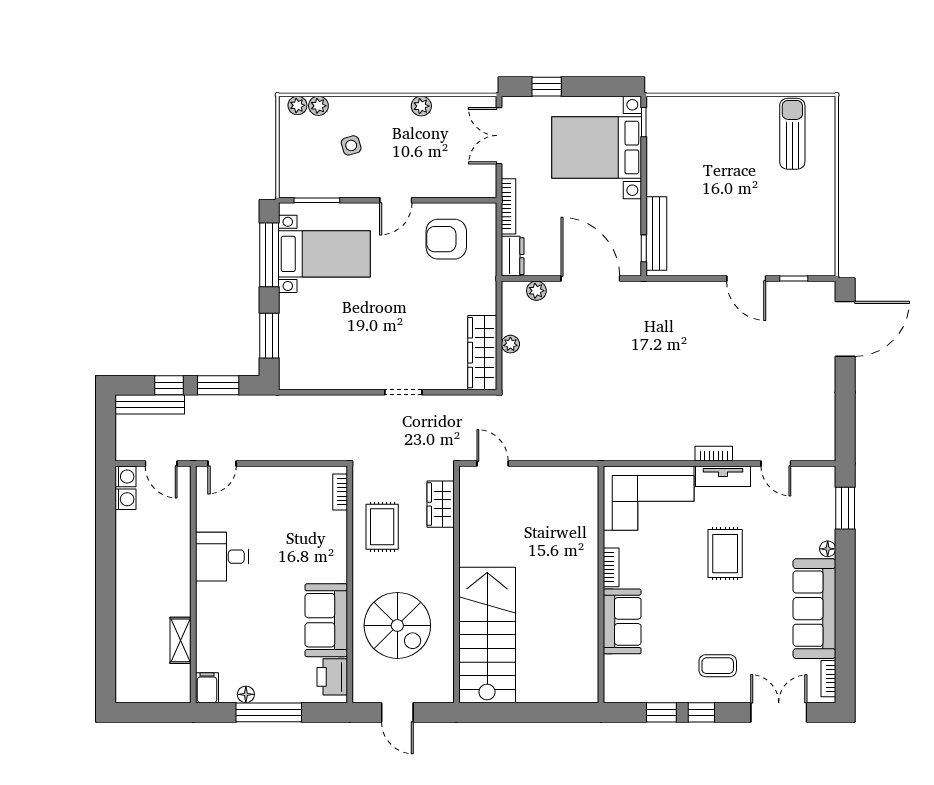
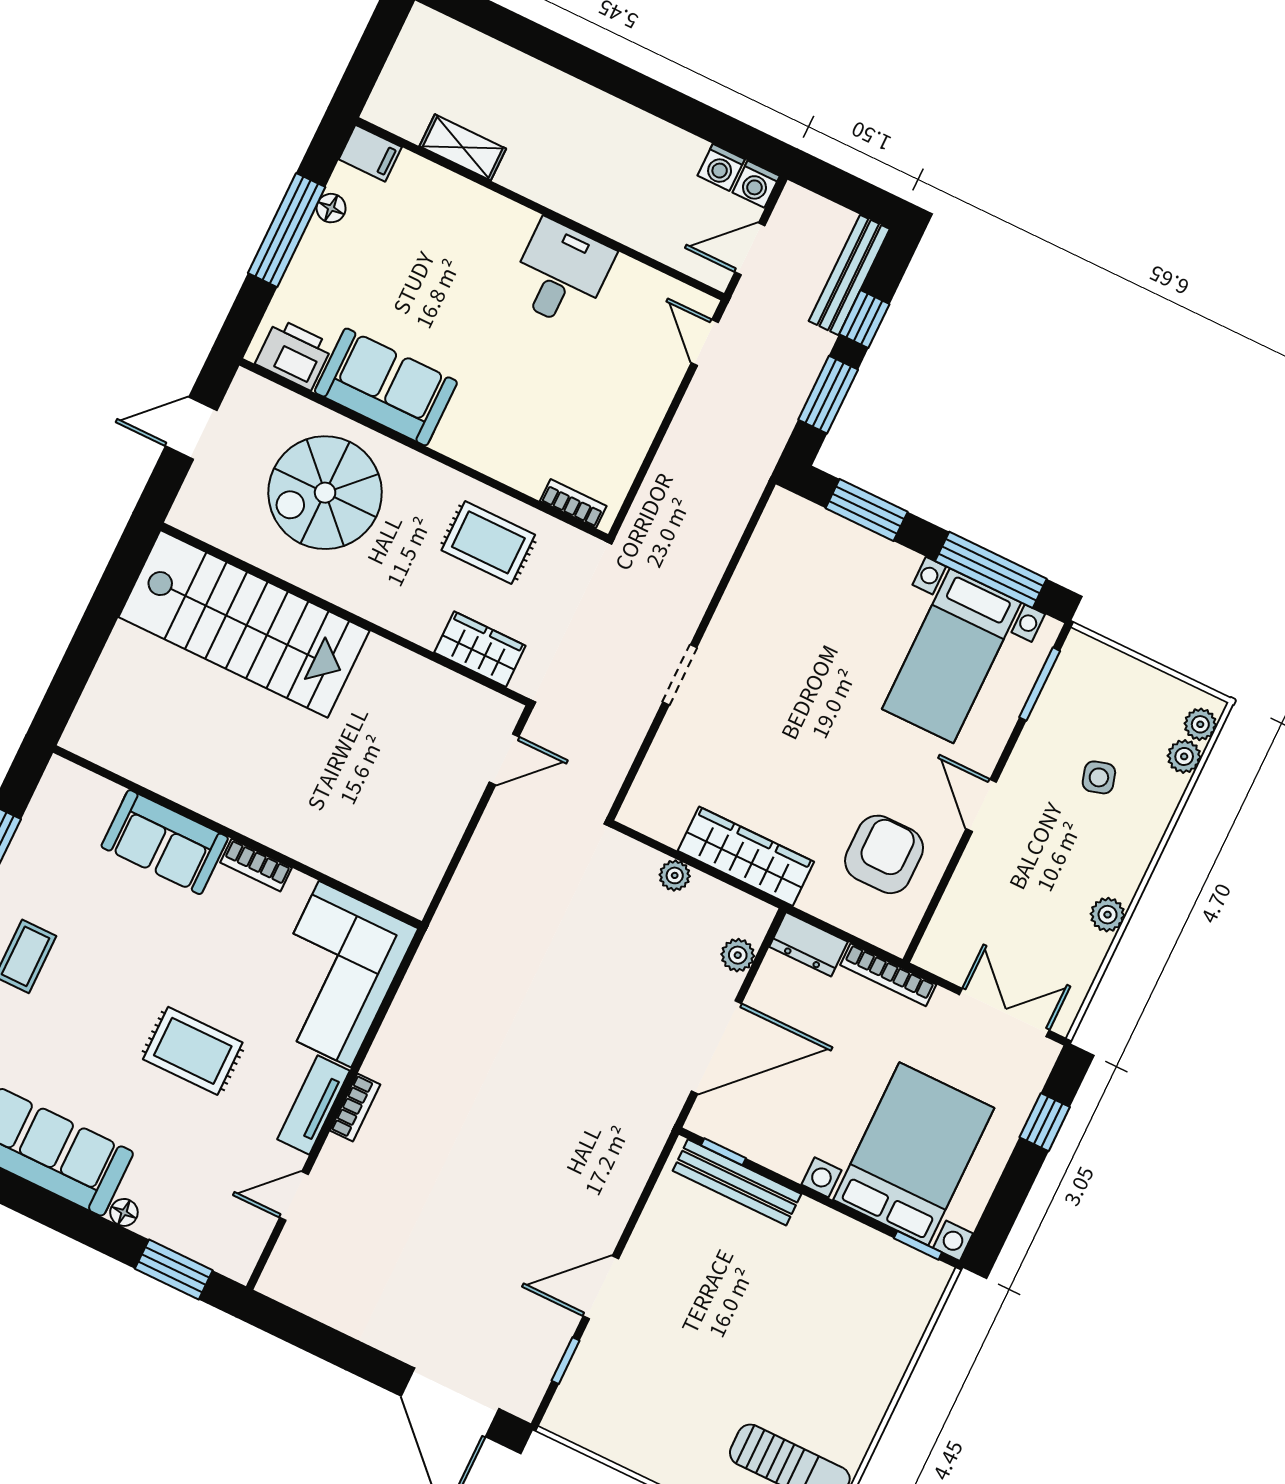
wardrobe: (482, 353) -> (746, 856), moved

